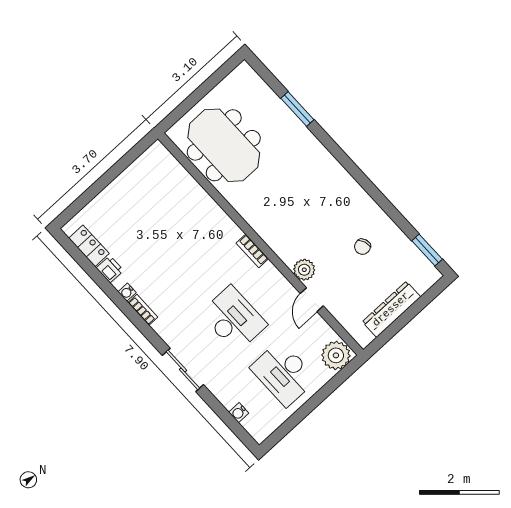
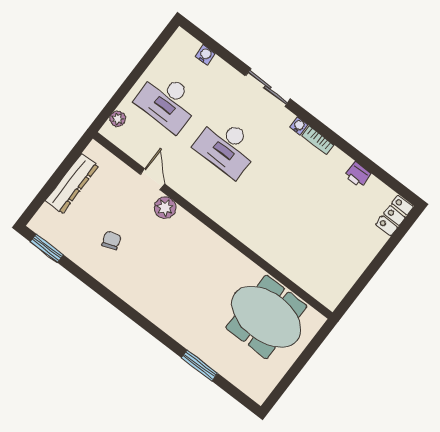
locker: (89, 246) -> (394, 216), moved, turned 90
bookcase: (252, 251) -> (220, 217), removed
water cooler: (127, 292) -> (299, 126), moved
plant: (336, 355) -> (118, 119), width x0.53, depth x0.53
desk: (283, 373) -> (168, 101), turned 180

